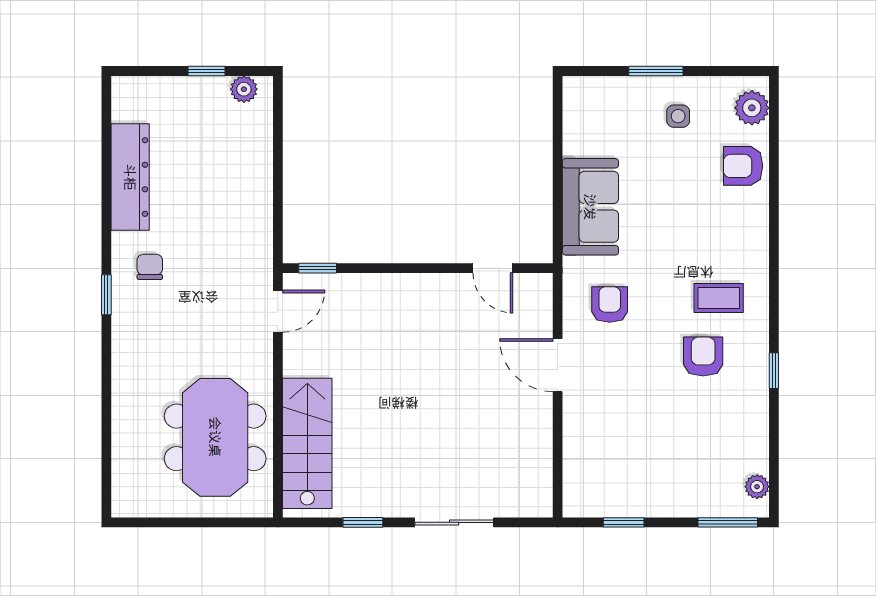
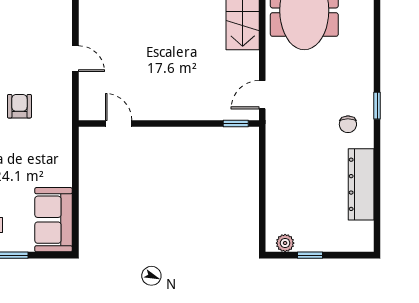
sofa: (590, 207) -> (54, 220), moved
armchair: (610, 304) -> (19, 106), moved, turned 180
door: (558, 365) -> (75, 59), width x0.73

